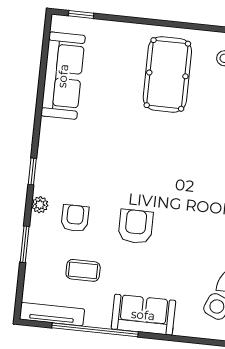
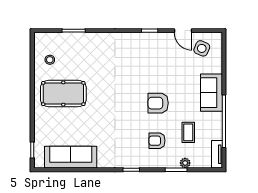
plant: (40, 205) -> (185, 163), moved
tv unit: (52, 314) -> (217, 154), width x0.71

